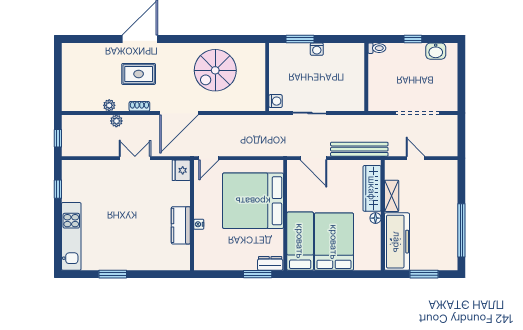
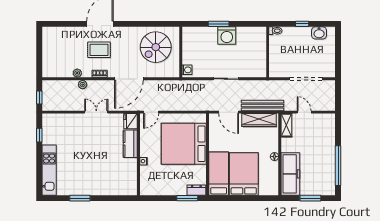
washing machine: (317, 49) -> (227, 36), width x1.89, depth x1.89
wall: (267, 77) -> (181, 52), moved
washing machine: (275, 101) -> (187, 70), moved
wardrobe: (372, 188) -> (259, 120), moved, turned -90
shelving: (392, 196) -> (286, 125), moved
kitchen counter: (181, 225) -> (130, 144), moved

